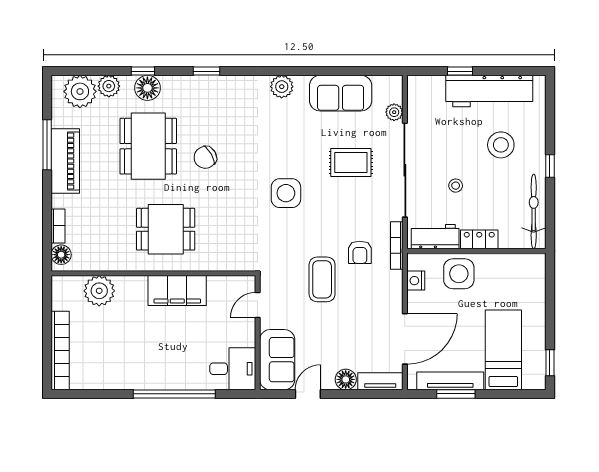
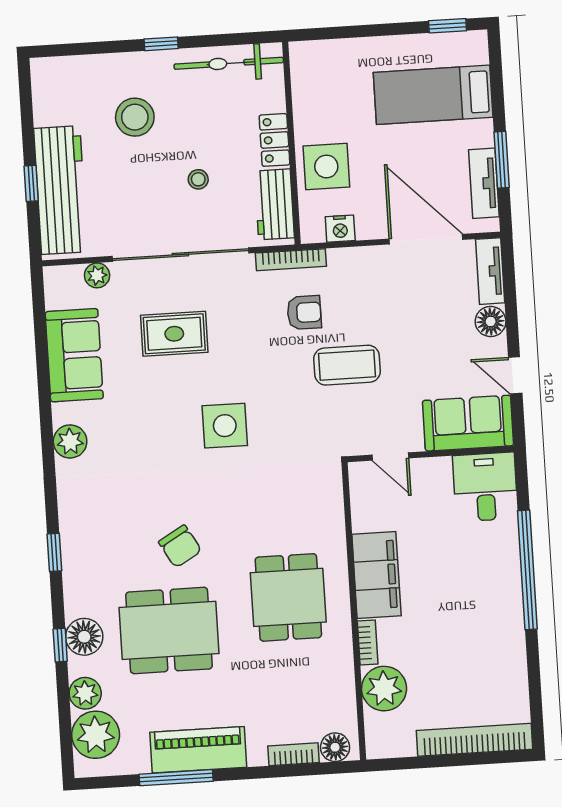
workbench: (489, 91) -> (61, 190), moved
rug: (351, 163) -> (174, 334), turned 90
bookcase: (131, 282) -> (368, 643), added
tv unit: (450, 381) -> (484, 183), width x0.71

